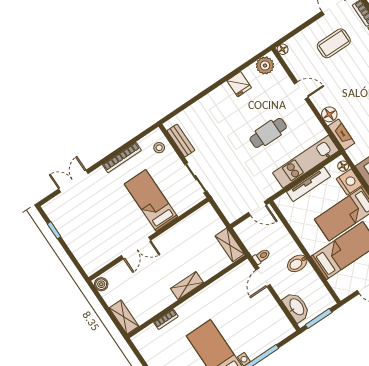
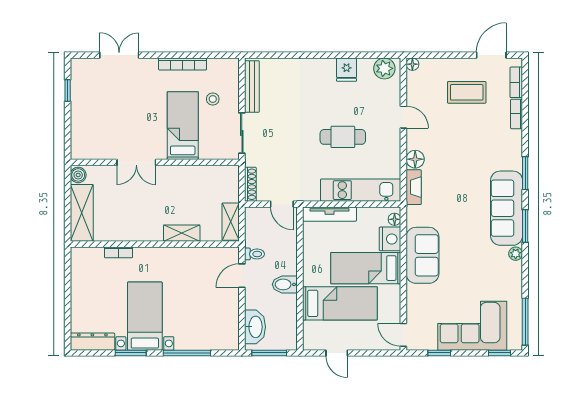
bench: (181, 141) -> (252, 87), width x1.36
stool: (159, 148) -> (213, 99), moved
tv unit: (308, 184) -> (329, 214), moved
shoe rack: (226, 210) -> (250, 184), added
shelving: (187, 286) -> (182, 233), moved
shelving: (124, 317) -> (82, 213), width x1.50, depth x1.33

